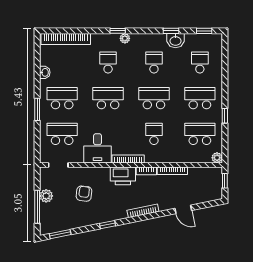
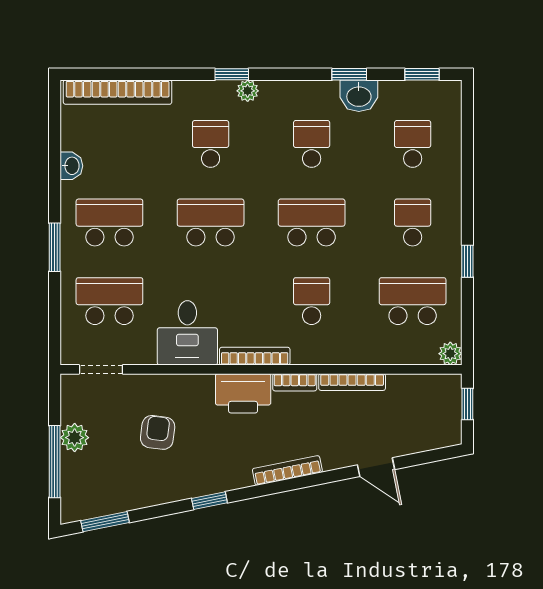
school desk: (200, 98) -> (413, 223), width x0.54

